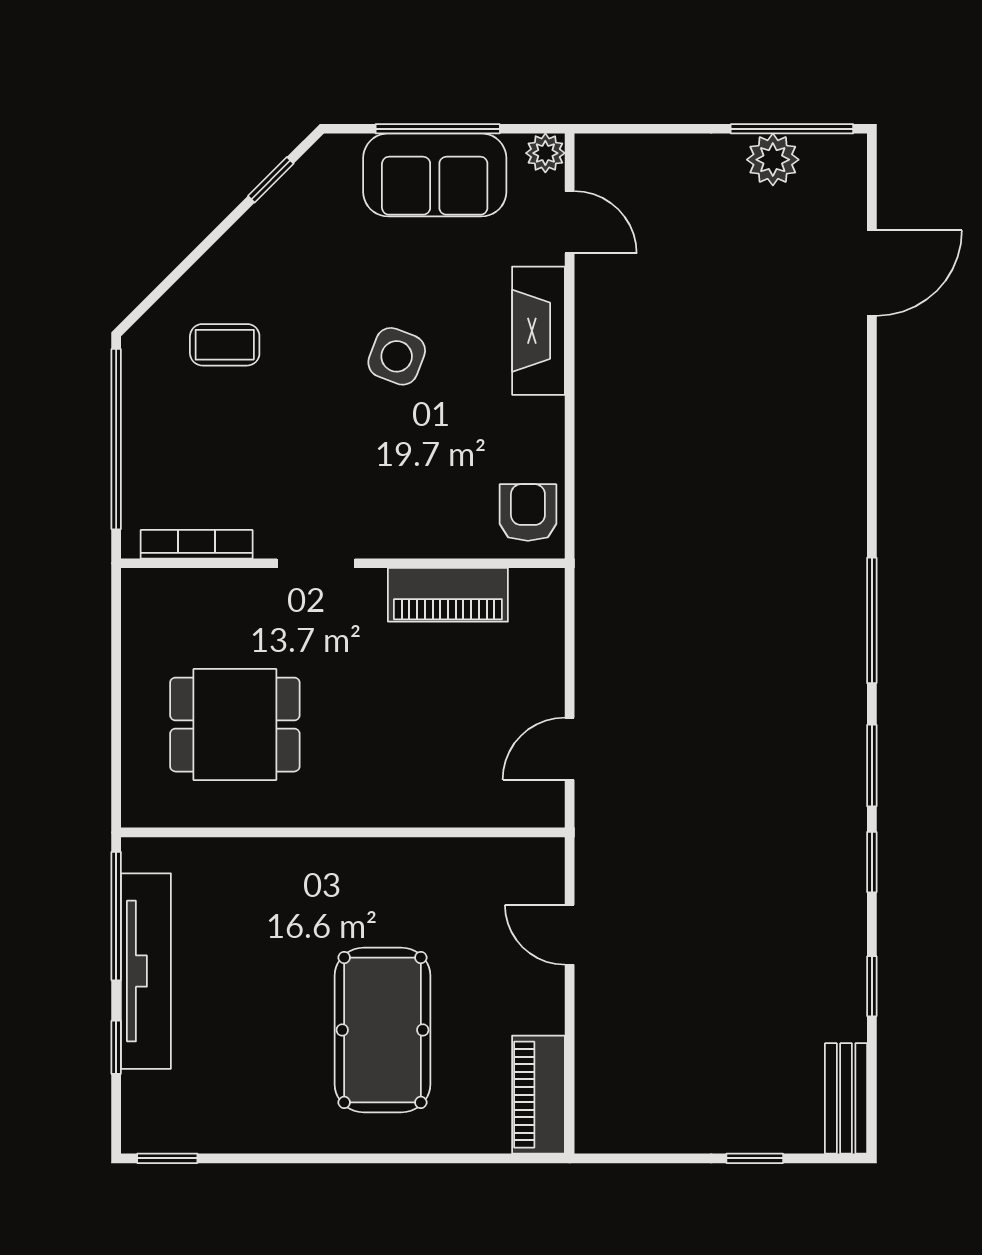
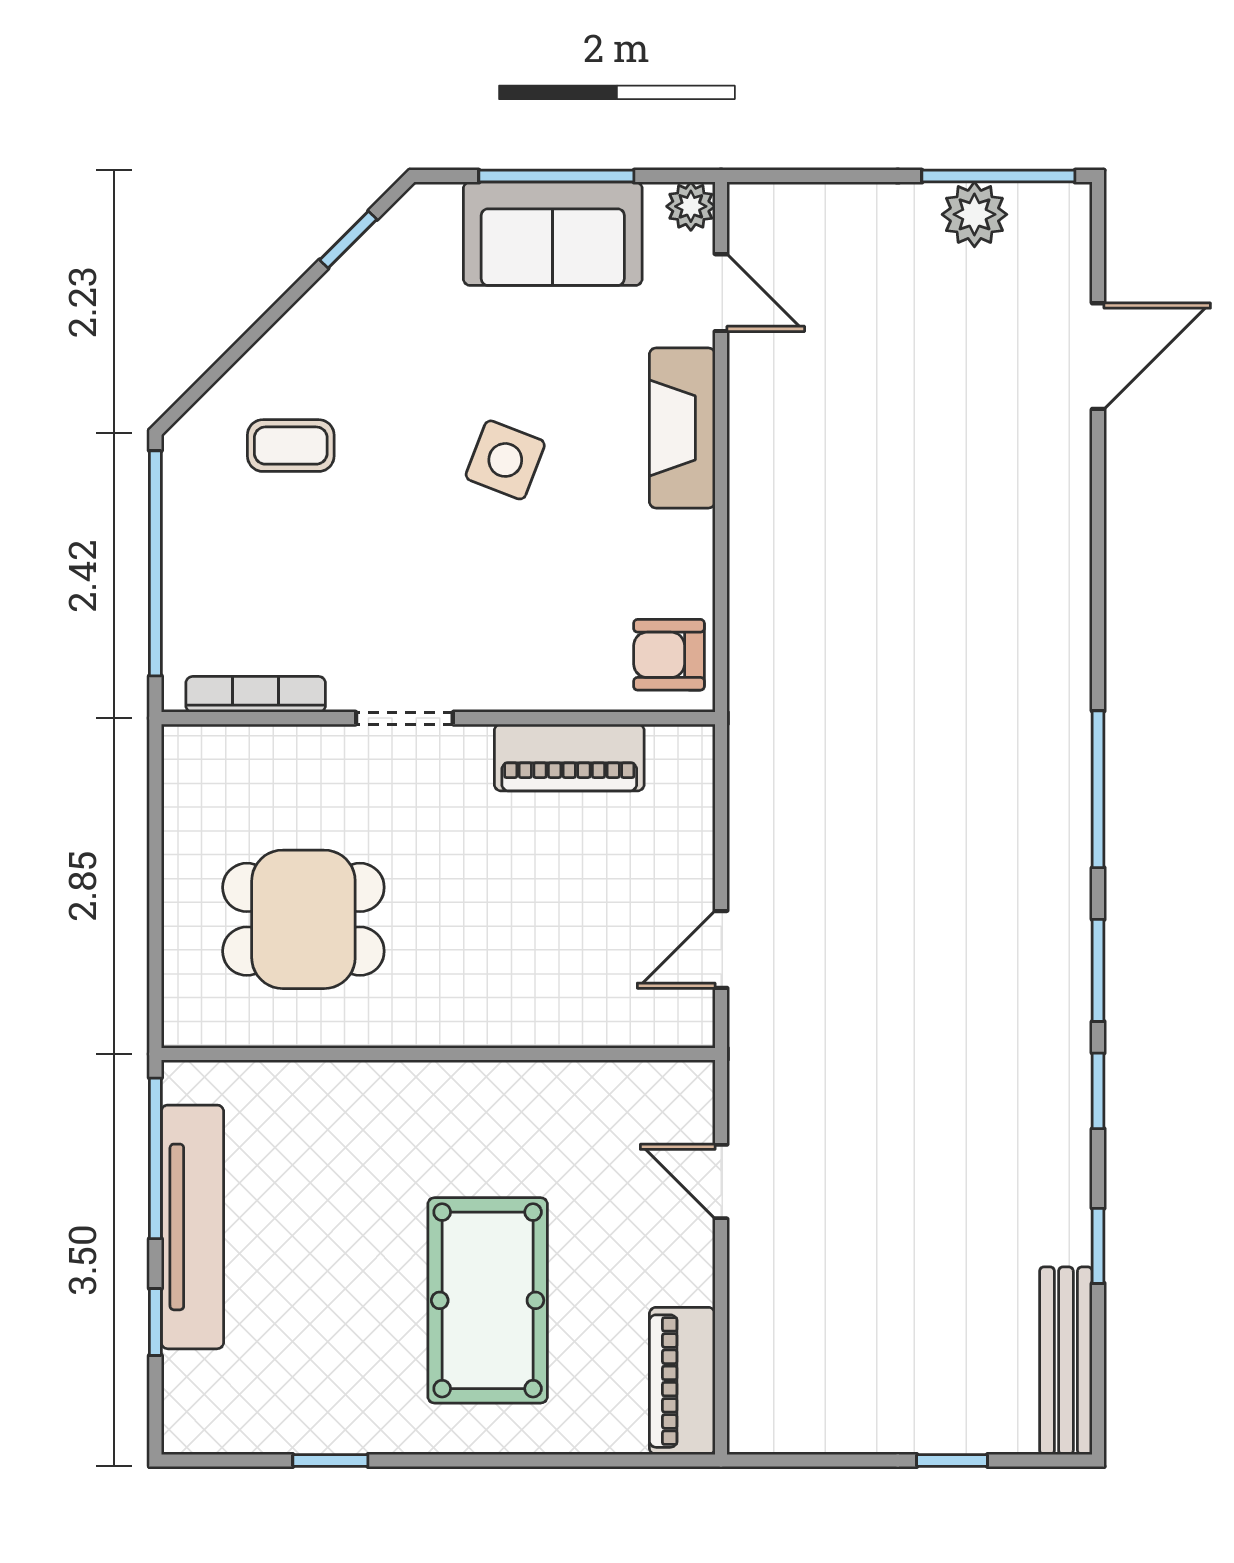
armchair: (528, 513) -> (669, 655), turned -90
bench: (846, 1098) -> (1066, 1361), width x1.36
window: (167, 1158) -> (330, 1461), moved

